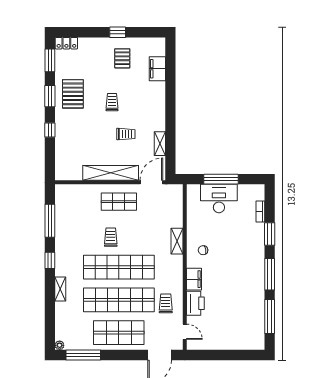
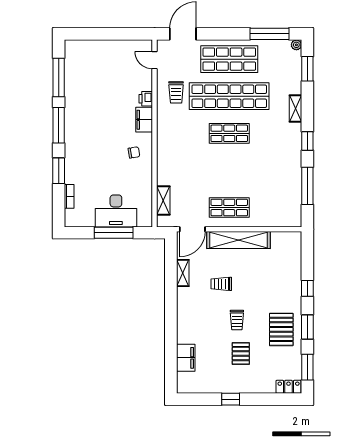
pallet: (122, 58) -> (241, 354), moved
trolley: (111, 237) -> (238, 167), removed
shelving: (177, 241) -> (163, 200), moved
shop shelf: (119, 267) -> (229, 133), width x0.50, depth x0.74
printer: (195, 303) -> (146, 99), width x0.53, depth x0.68
window: (50, 324) -> (307, 69), added

